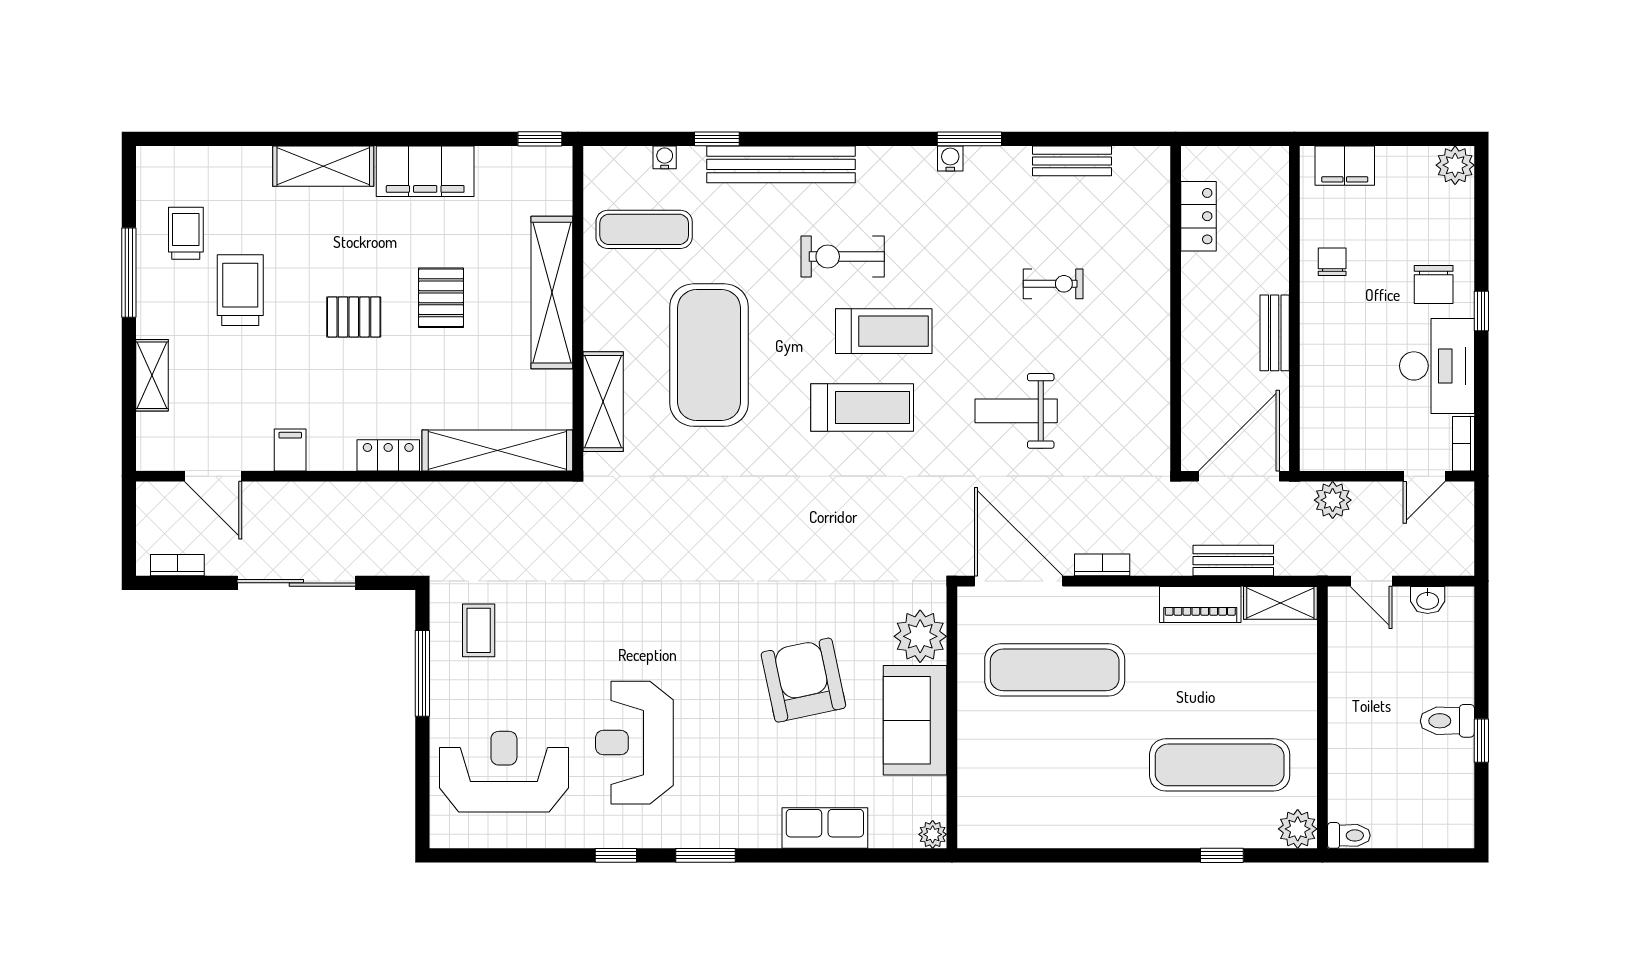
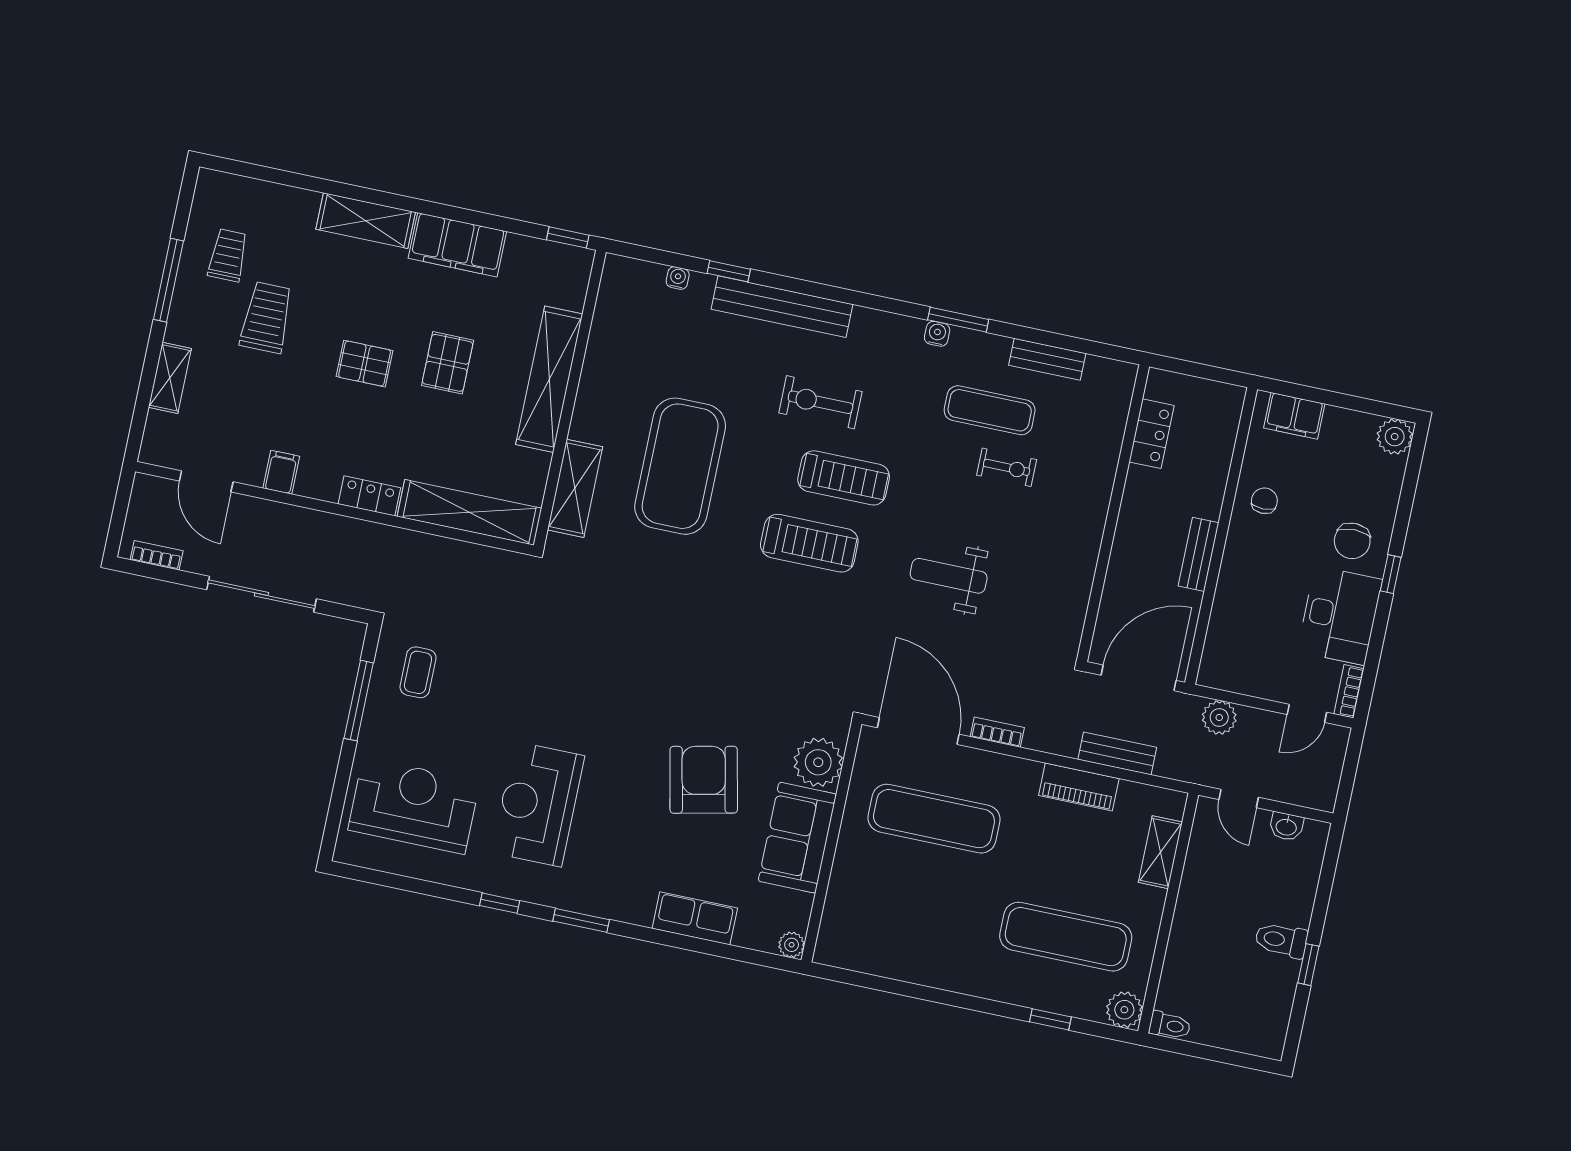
exercise mat: (644, 229) -> (990, 410), moved
shelving: (1280, 603) -> (1160, 852), moved, turned 90

